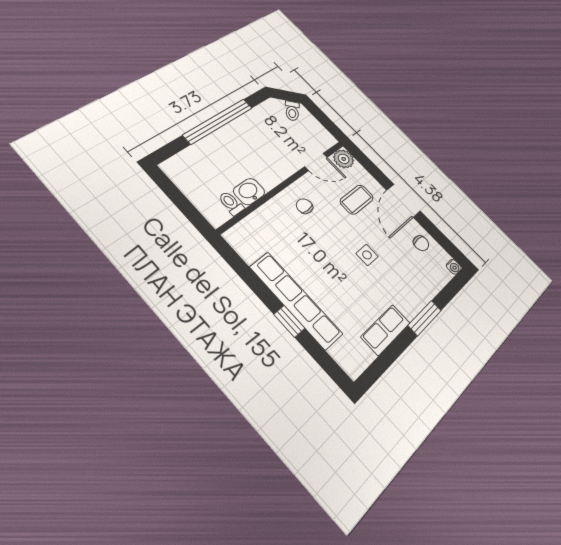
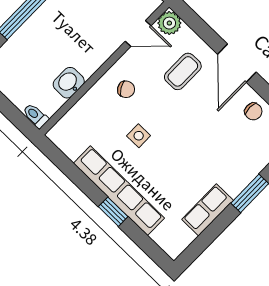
toilet: (231, 203) -> (36, 116), moved
chair: (304, 206) -> (126, 89), turned 149
side table: (367, 255) -> (139, 136), moved

